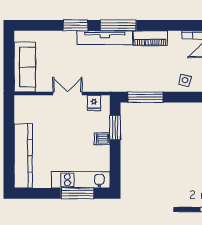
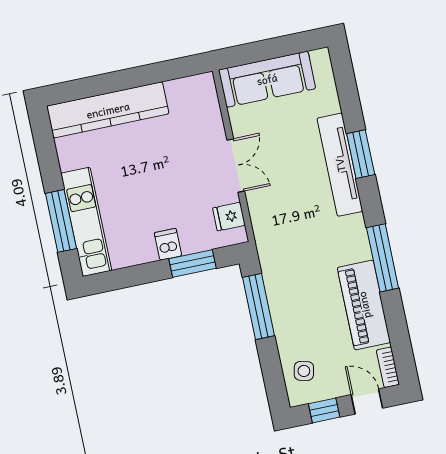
window: (118, 25) -> (383, 258), moved
tv unit: (105, 38) -> (340, 165), moved
piano: (150, 38) -> (364, 305), width x1.37, depth x1.33

